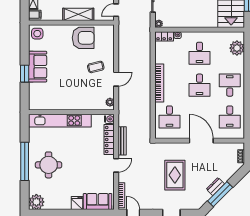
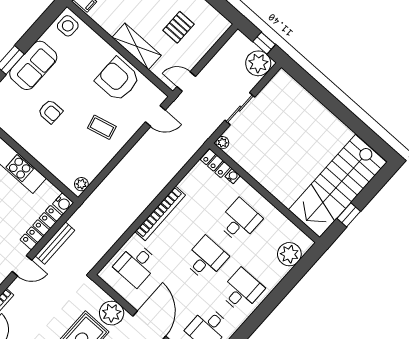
armchair: (83, 38) -> (118, 79), turned 180
desk: (200, 53) -> (240, 221), turned 180
door: (116, 79) -> (155, 116), moved
armchair: (65, 81) -> (50, 112), added
desk: (200, 85) -> (206, 259), turned 180
plant: (178, 150) -> (112, 313), added

